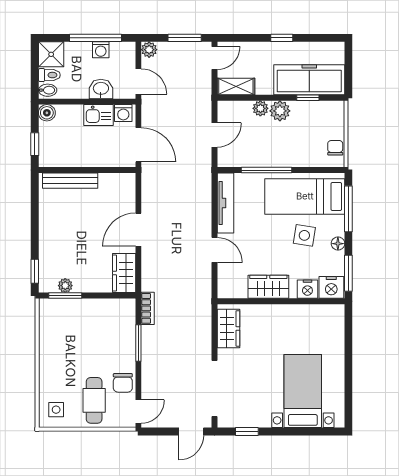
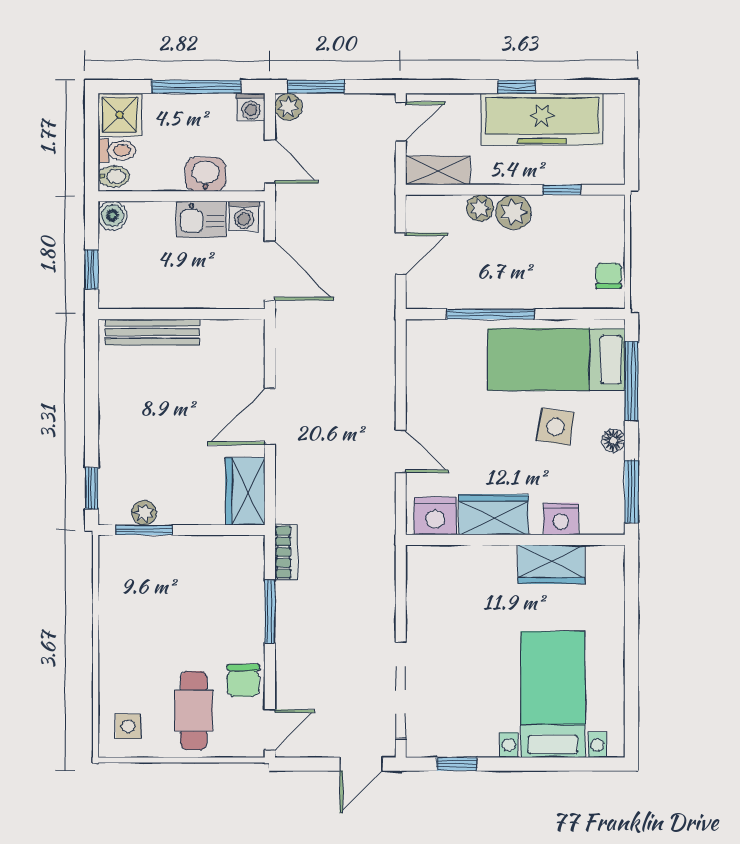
window: (185, 38) -> (316, 87), moved
washing machine: (101, 50) -> (251, 107), moved
freezer: (309, 80) -> (542, 119), moved, turned 180
tv unit: (225, 203) -> (420, 371), removed
nightstand: (331, 287) -> (435, 516), moved
wardrobe: (229, 328) -> (551, 564), moved, turned 90

